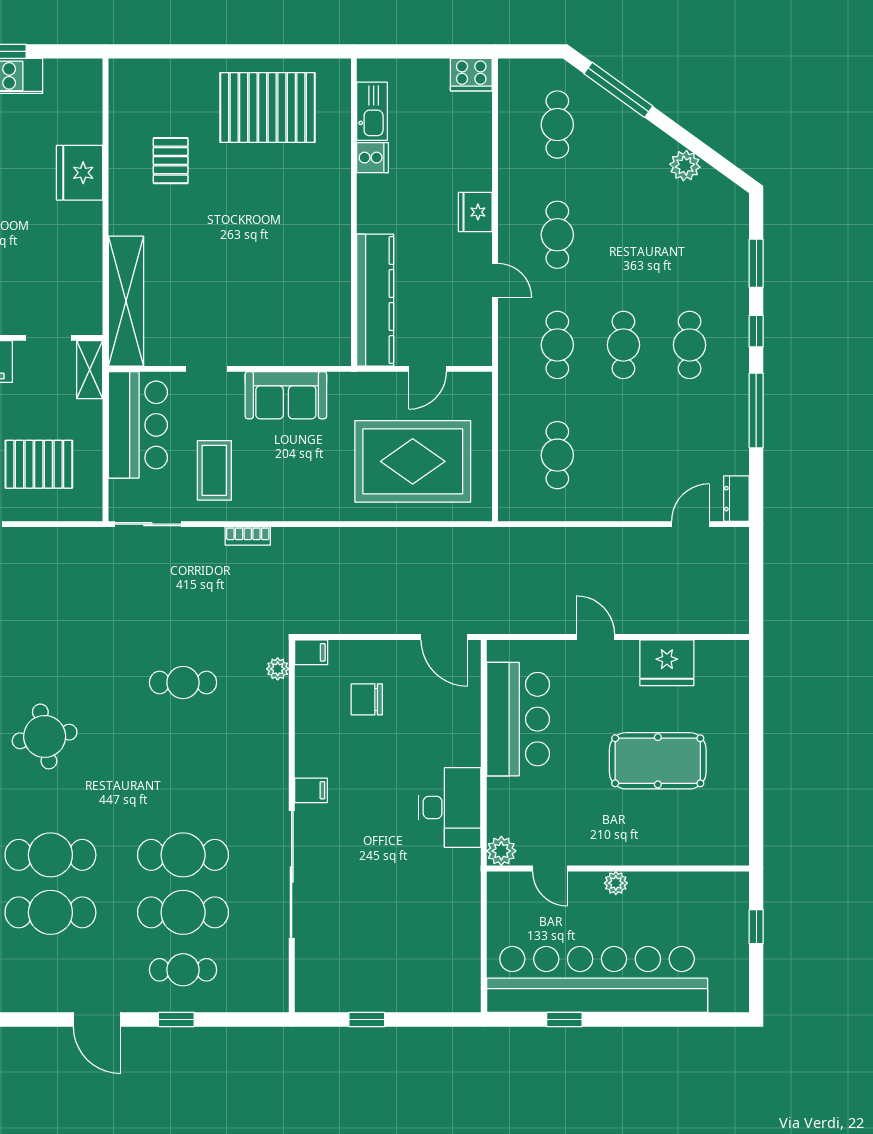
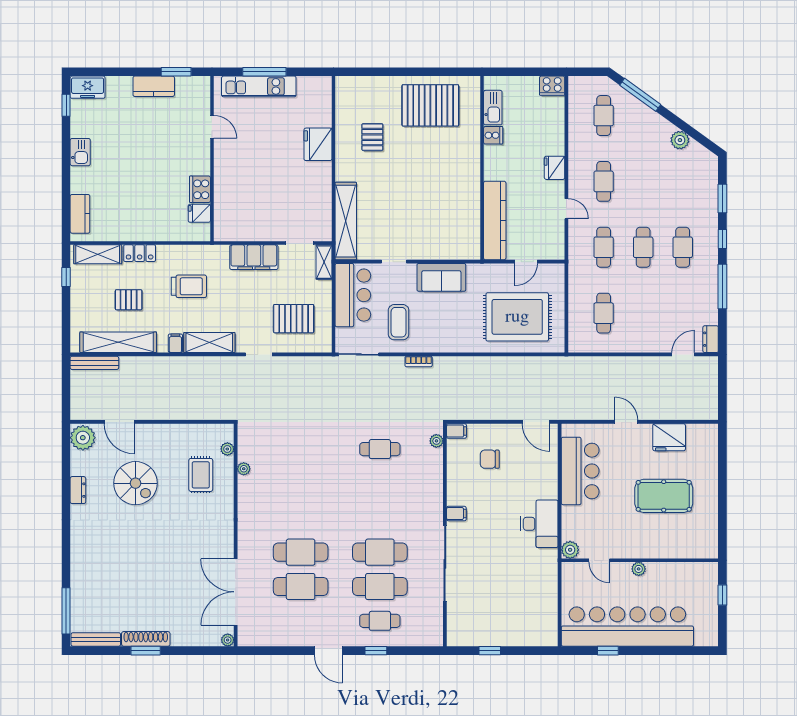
round table: (45, 736) -> (297, 481), removed

